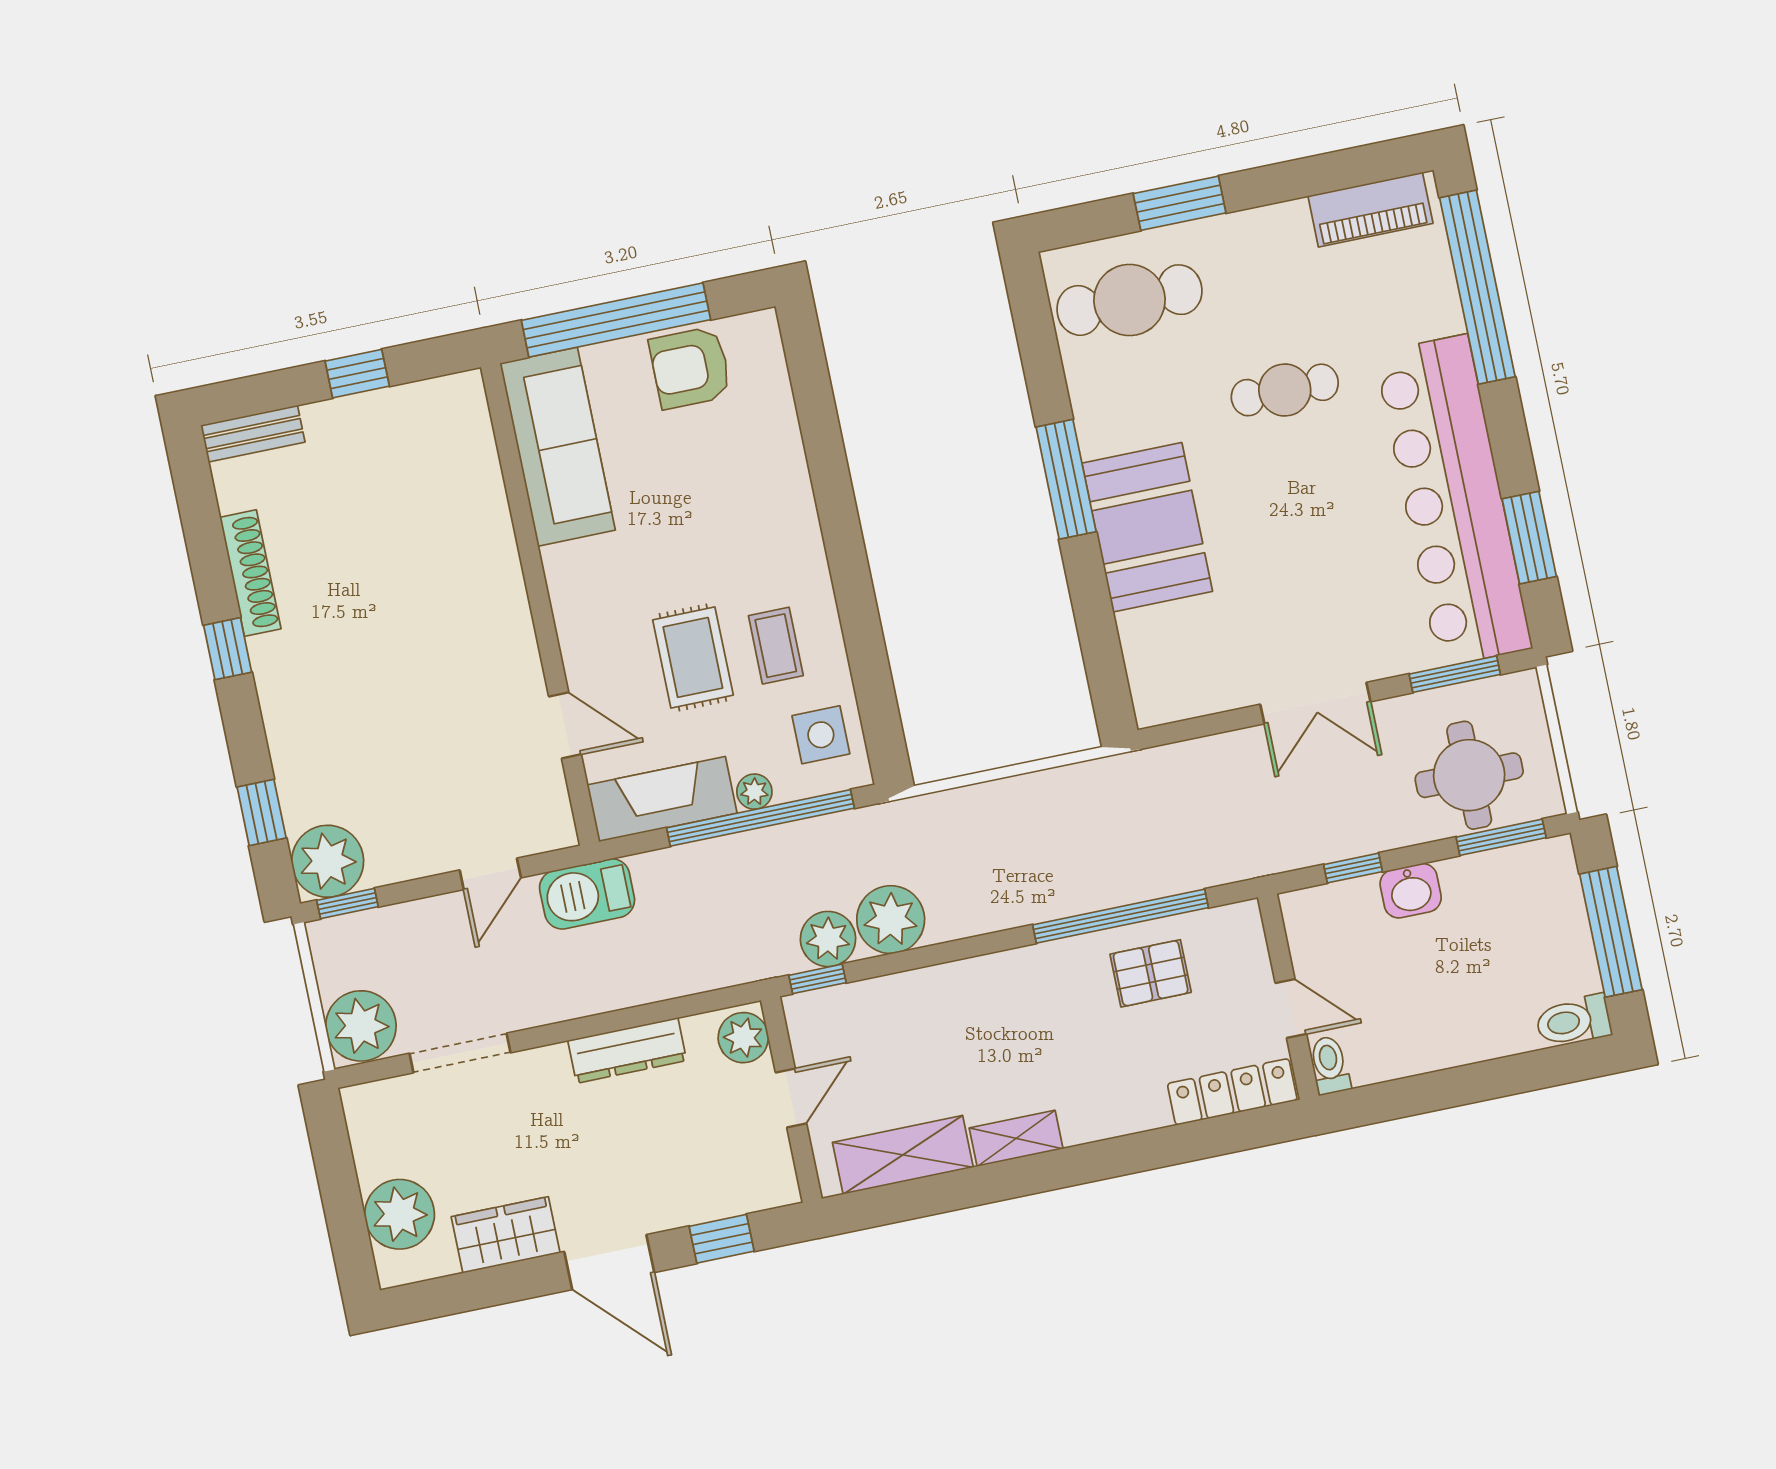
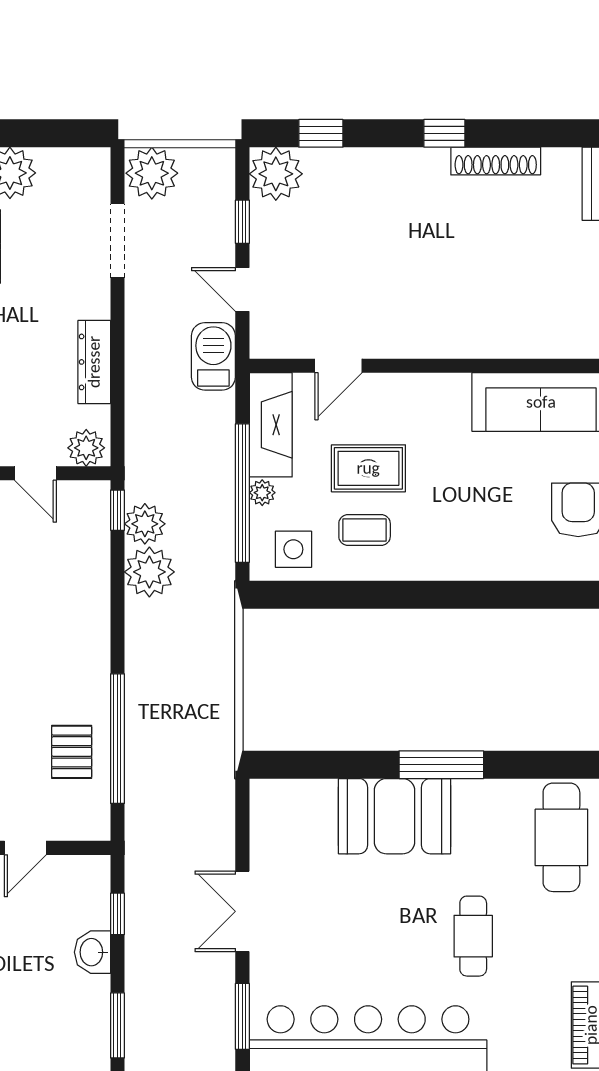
round table: (1469, 775) -> (167, 1012), removed
window: (347, 904) -> (242, 222), moved

